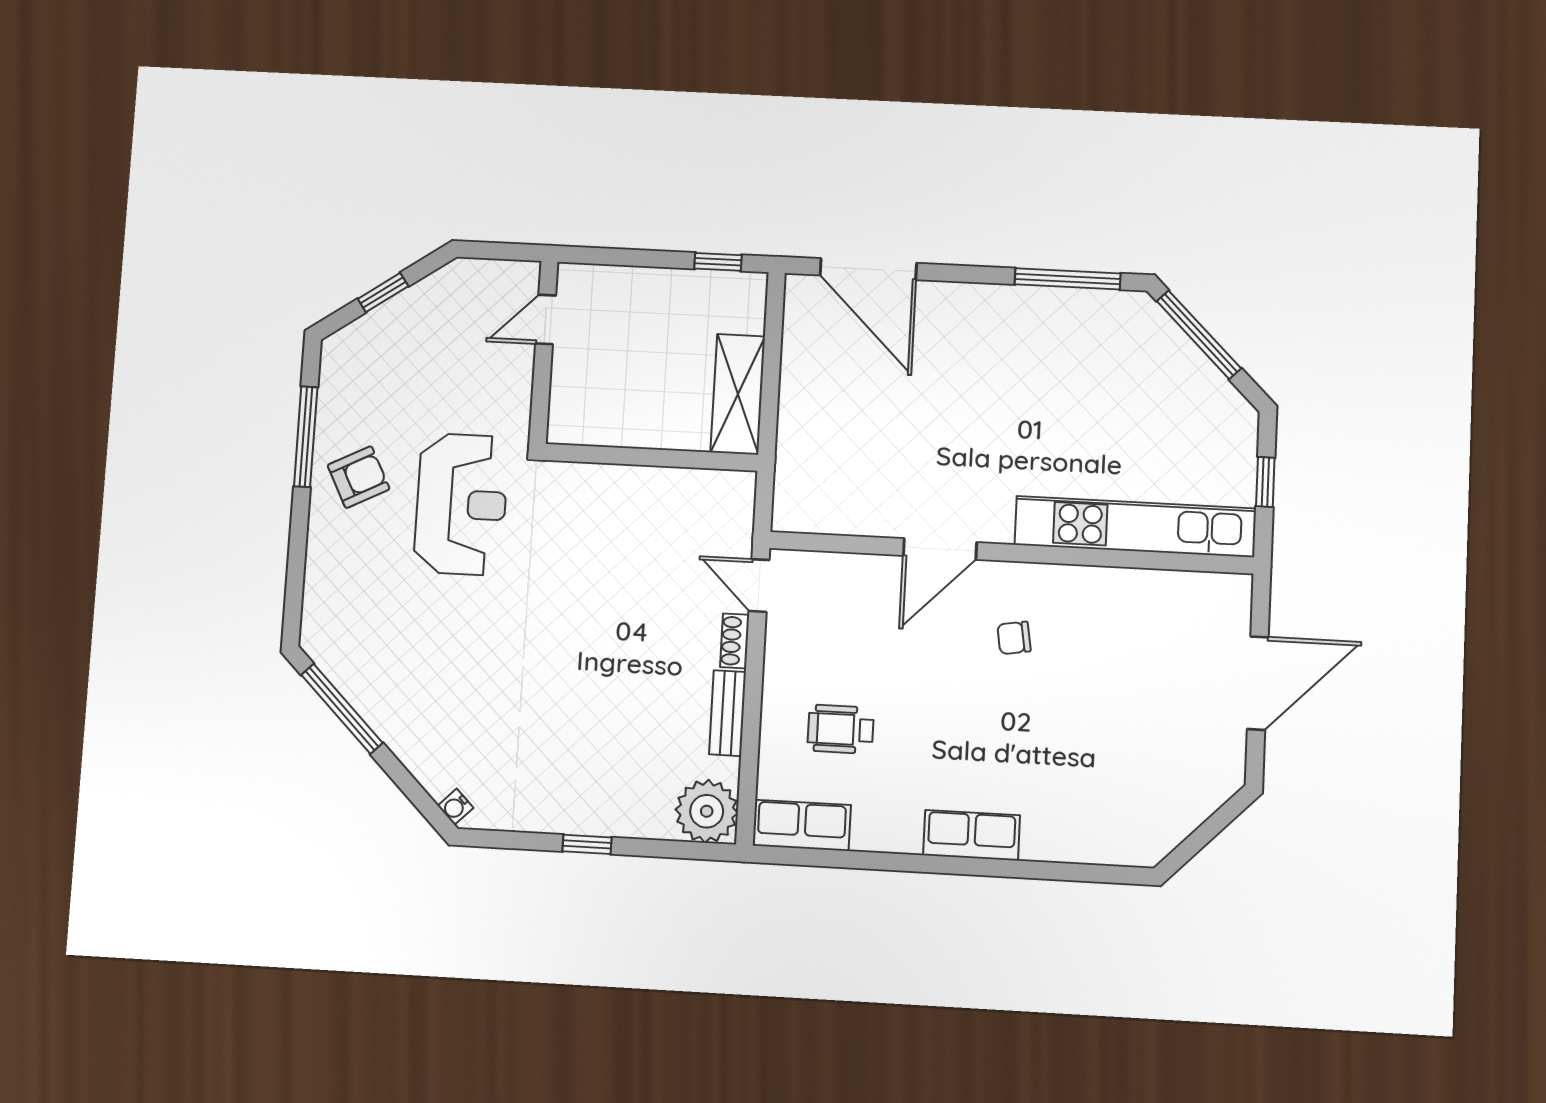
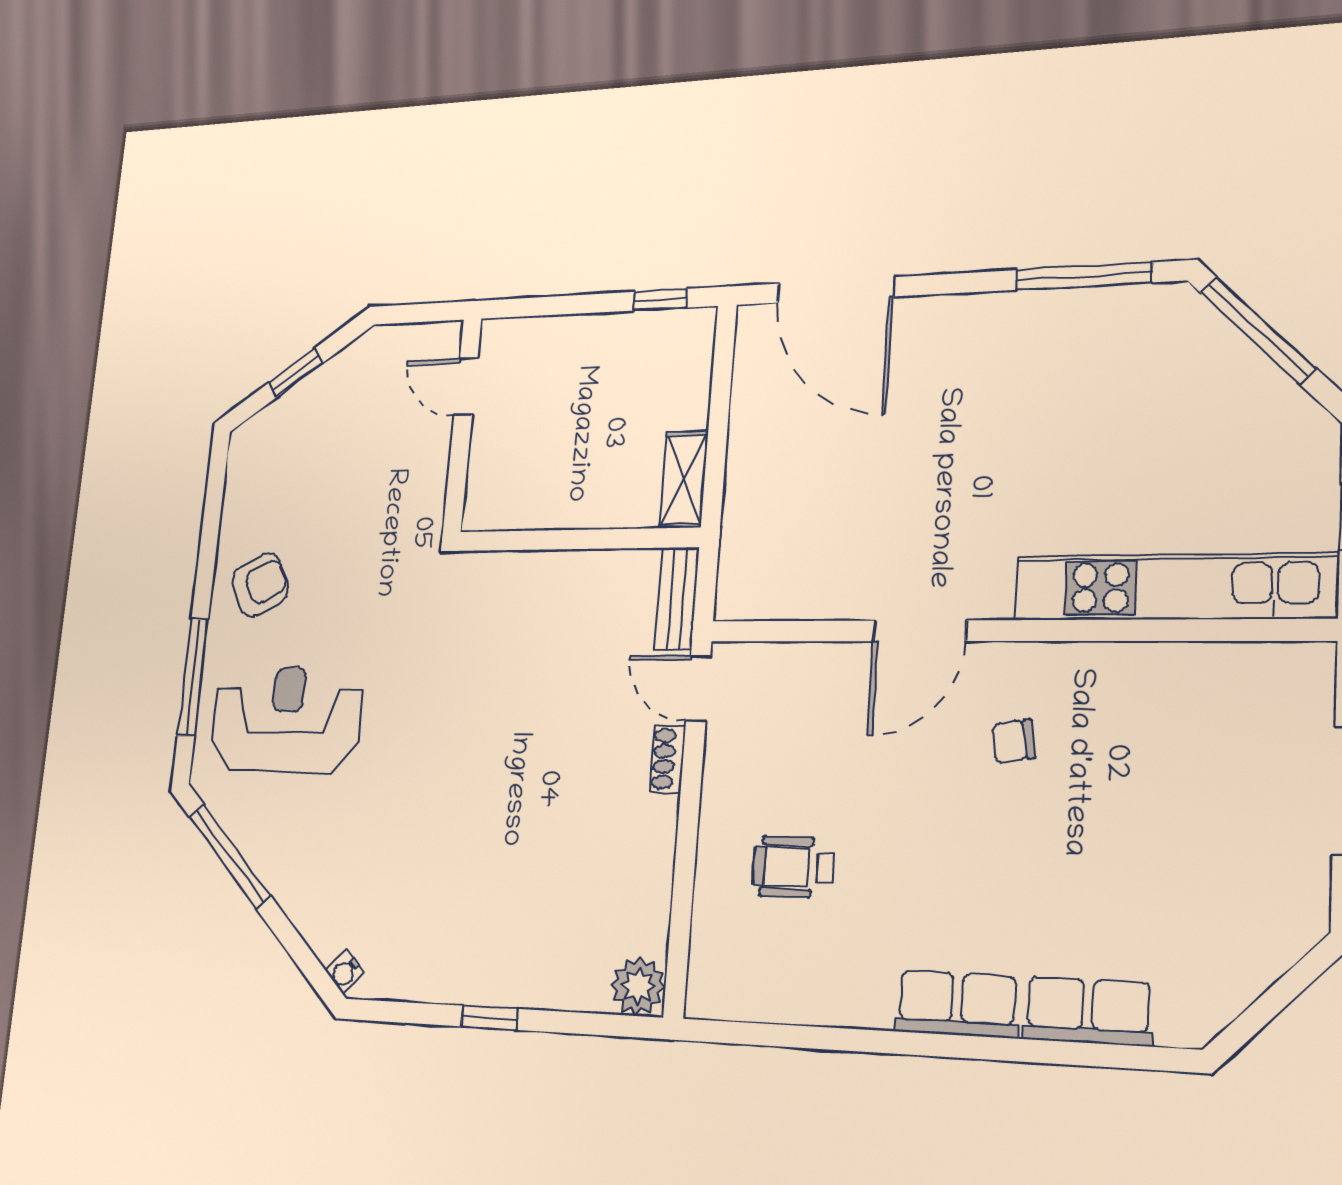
door: (546, 320) -> (466, 387), hinge flipped
shelving: (738, 394) -> (684, 479), width x0.67, depth x0.75
window: (306, 437) -> (193, 677), moved
reception desk: (461, 504) -> (286, 720), moved, turned -90
bench: (728, 713) -> (677, 598), moved
plant: (707, 811) -> (638, 986), width x0.73, depth x0.73
row of seats: (802, 825) -> (1088, 1011), moved

